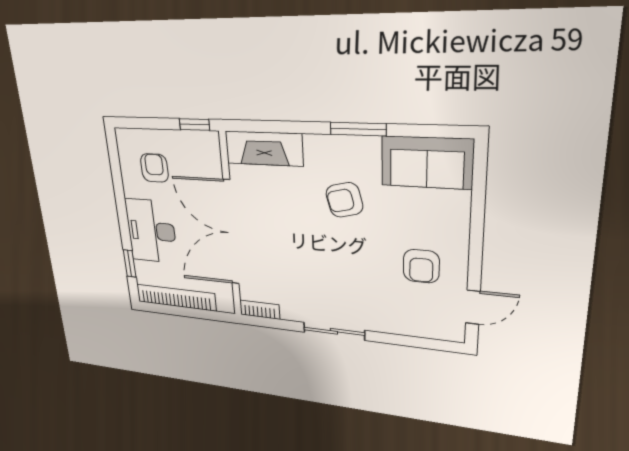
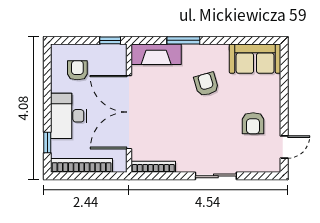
window: (358, 129) -> (183, 40), moved
armchair: (344, 200) -> (206, 84), turned 88
bookcase: (260, 310) -> (153, 167), width x1.56
sliding door: (334, 331) -> (216, 176), moved

